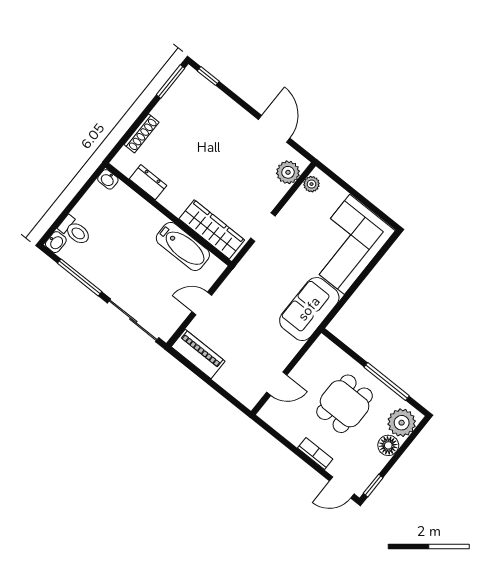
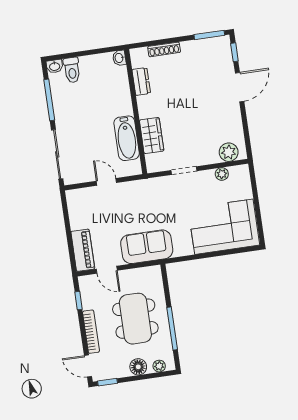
door: (274, 129) -> (240, 87), moved
plant: (311, 184) -> (222, 174), moved
wardrobe: (212, 229) -> (152, 136), width x0.67
sofa: (309, 309) -> (147, 247), moved
piano: (198, 354) -> (83, 250), moved
dining table: (345, 404) -> (135, 319), width x1.38
plant: (402, 423) -> (159, 366), width x0.53, depth x0.53
window: (277, 436) -> (78, 301), added
bookcase: (315, 453) -> (91, 332), width x1.56

